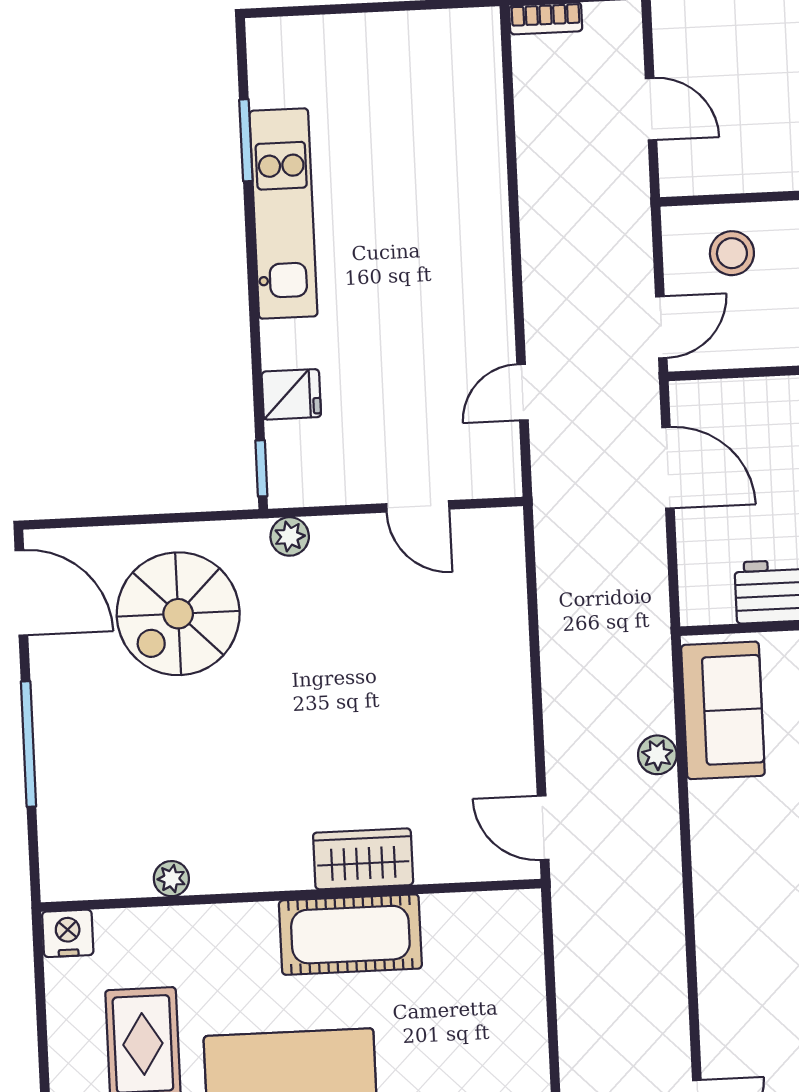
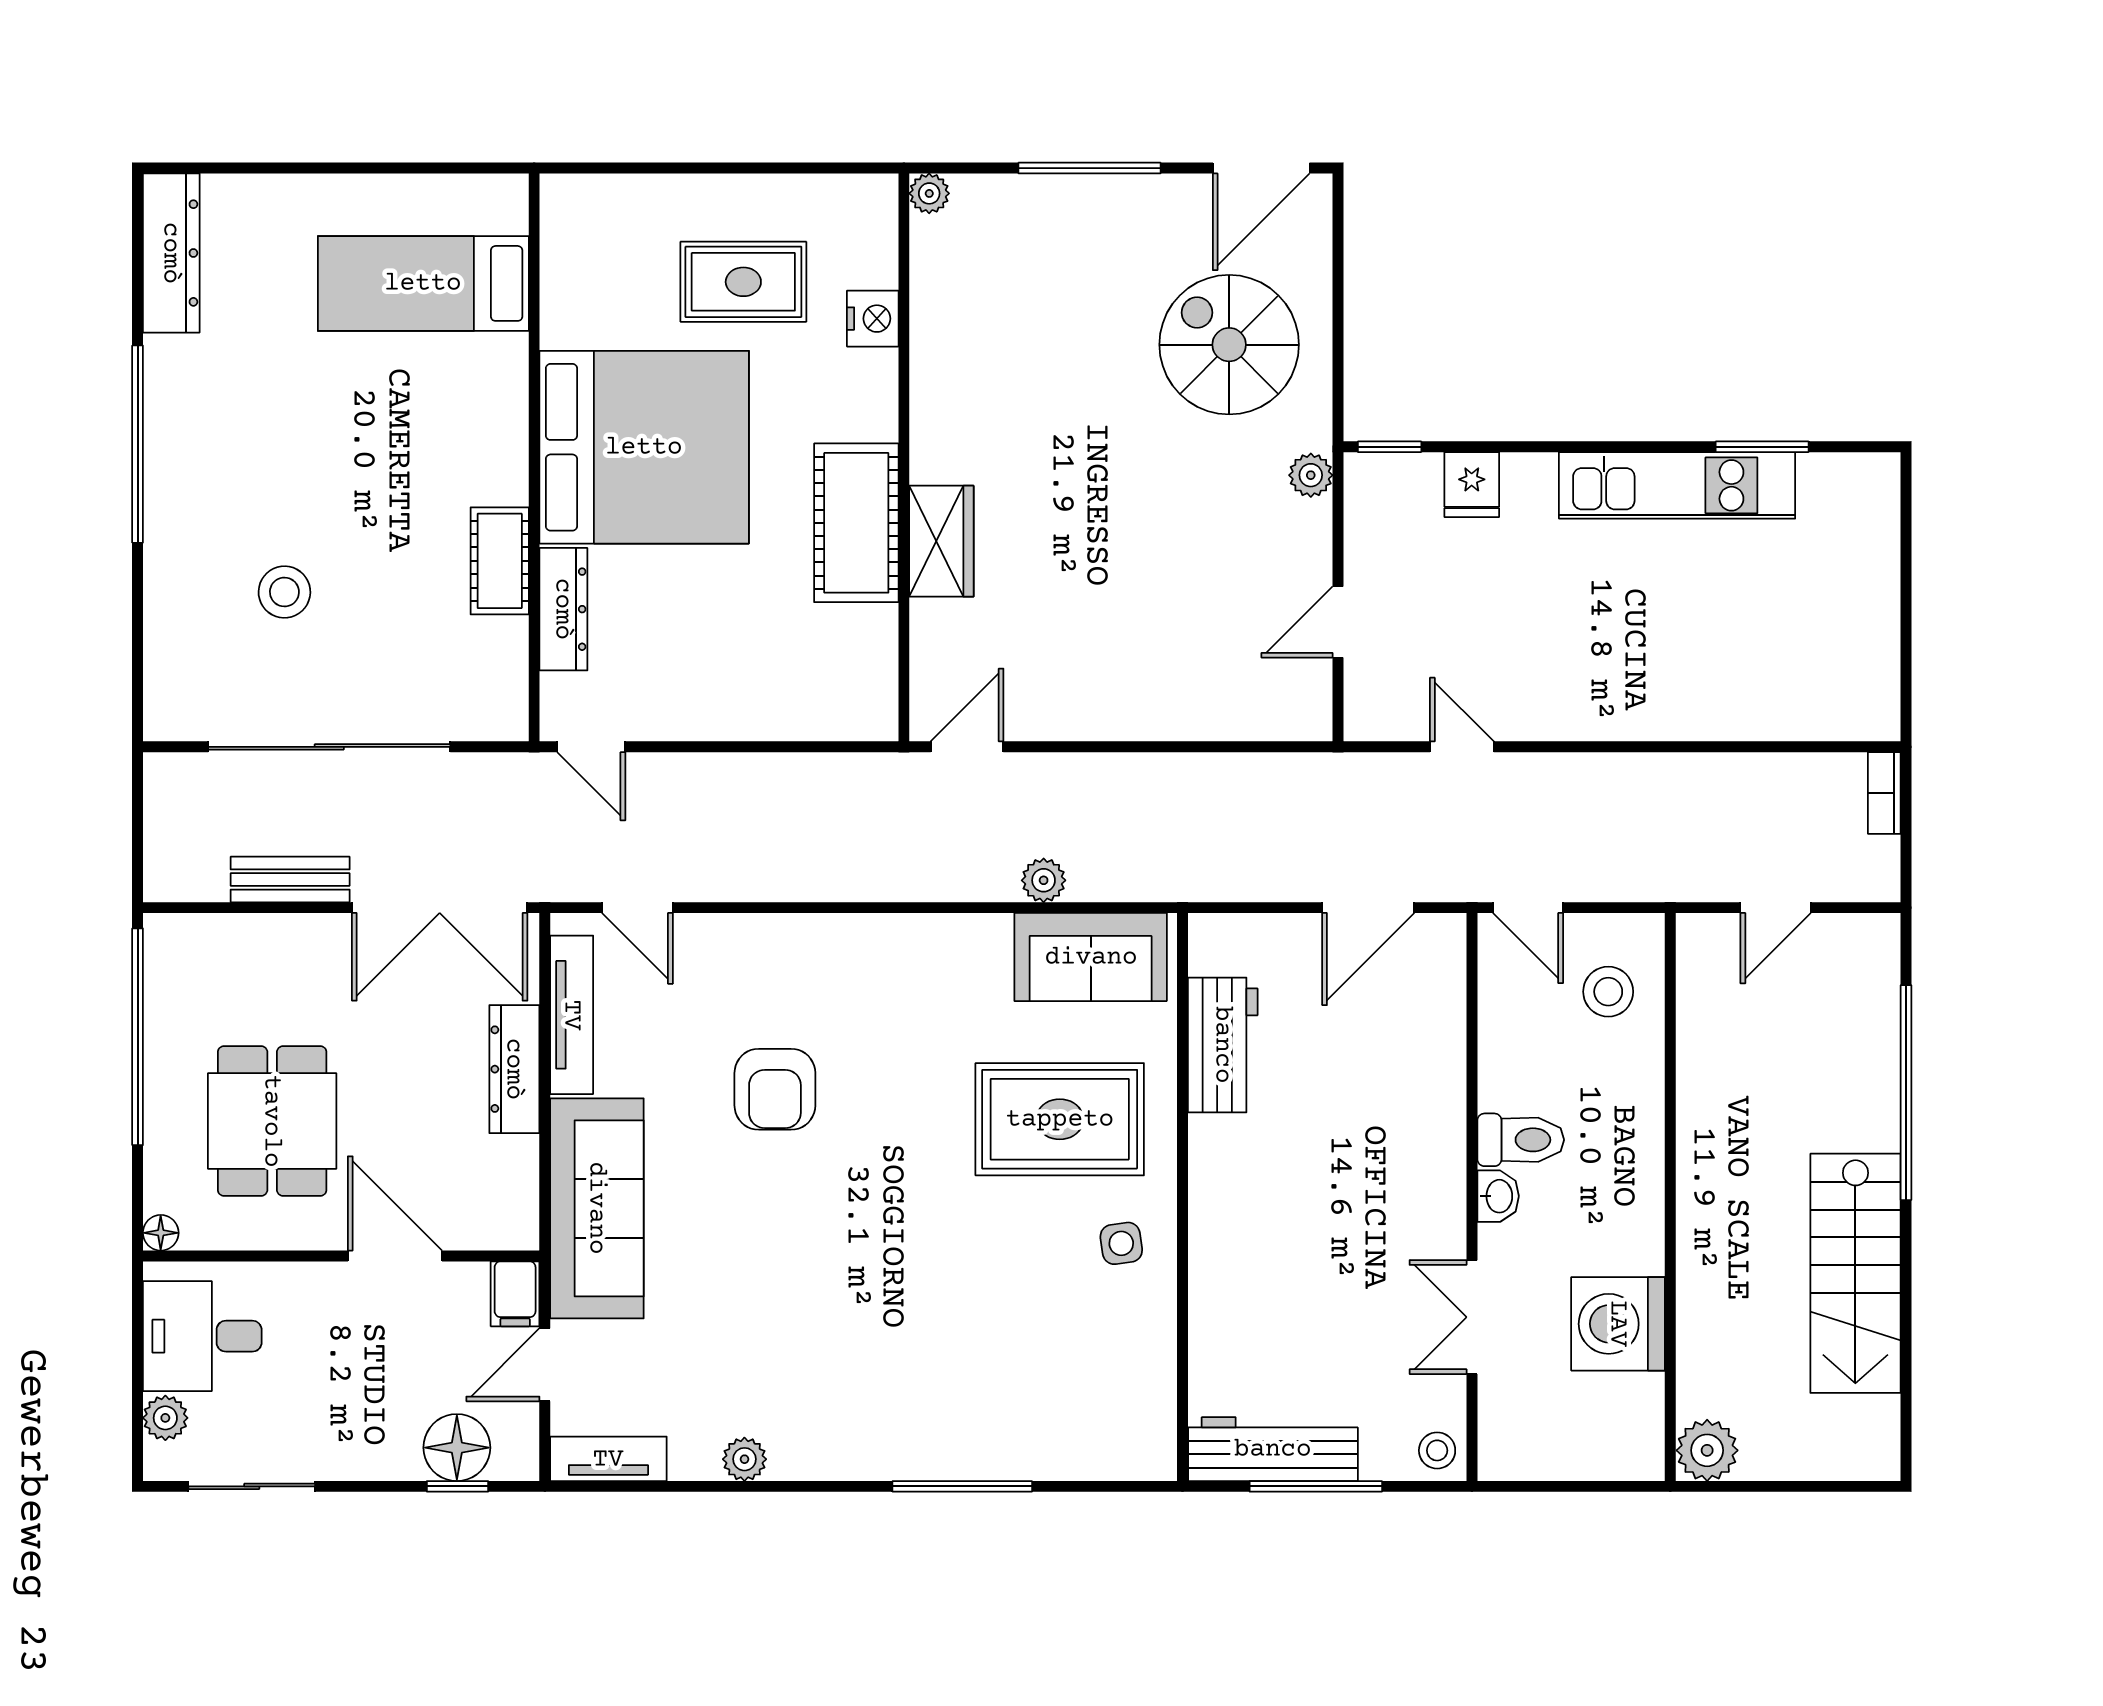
plant: (171, 879) -> (929, 193), moved
nightstand: (68, 933) -> (873, 319), moved

